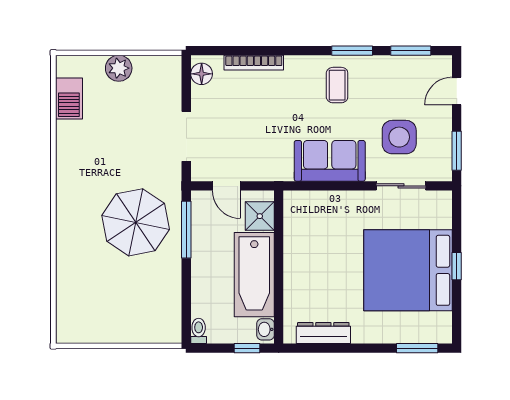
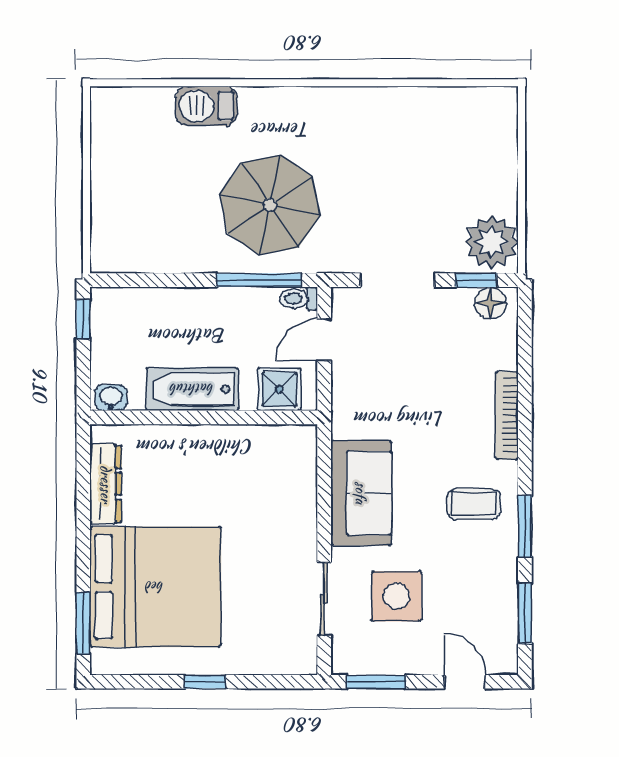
bookcase: (254, 63) -> (507, 415), moved
plant: (119, 68) -> (492, 242), moved, width x1.36, depth x1.36
window: (186, 83) -> (476, 280), added
barbecue: (69, 99) -> (206, 106), moved
bed: (408, 270) -> (155, 587), moved, turned 90
bathtub: (254, 275) -> (192, 389), width x0.73, depth x0.73
toilet: (199, 331) -> (299, 298), moved, turned 180
window: (247, 348) -> (83, 319), moved

